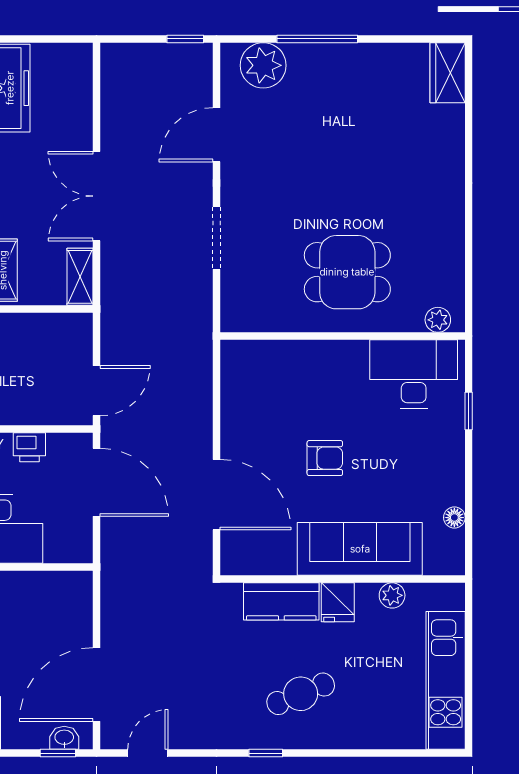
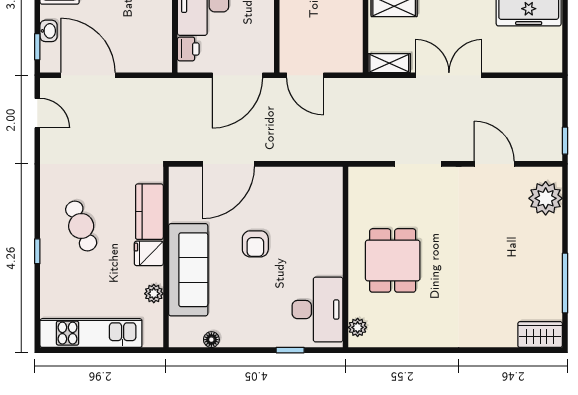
window: (317, 39) -> (565, 283), moved
printer: (29, 447) -> (188, 49), moved, turned 180
washbasin: (64, 738) -> (49, 31), moved
window: (266, 753) -> (37, 251), moved

